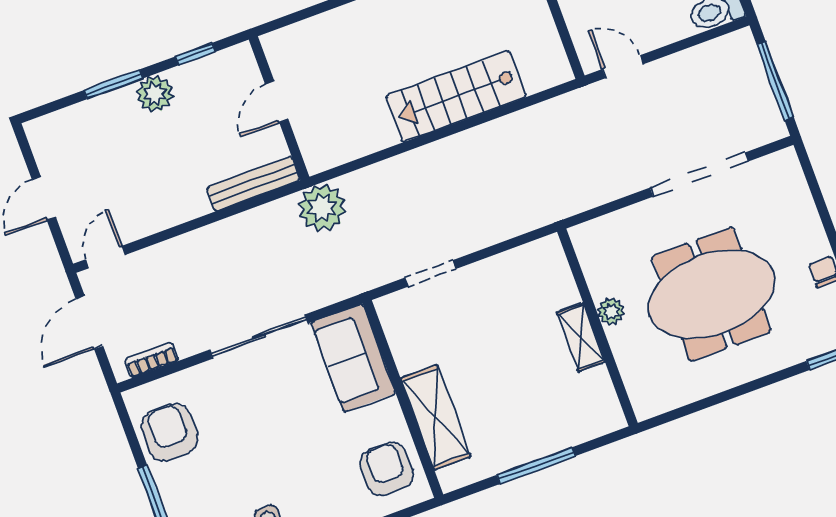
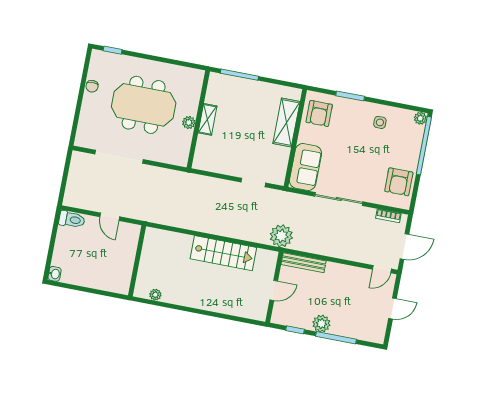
door: (623, 67) -> (110, 217), moved
window: (775, 81) -> (65, 176), removed
window: (113, 84) -> (336, 338), width x1.44
stairs: (456, 96) -> (223, 253), moved
window: (536, 466) -> (239, 75), moved

